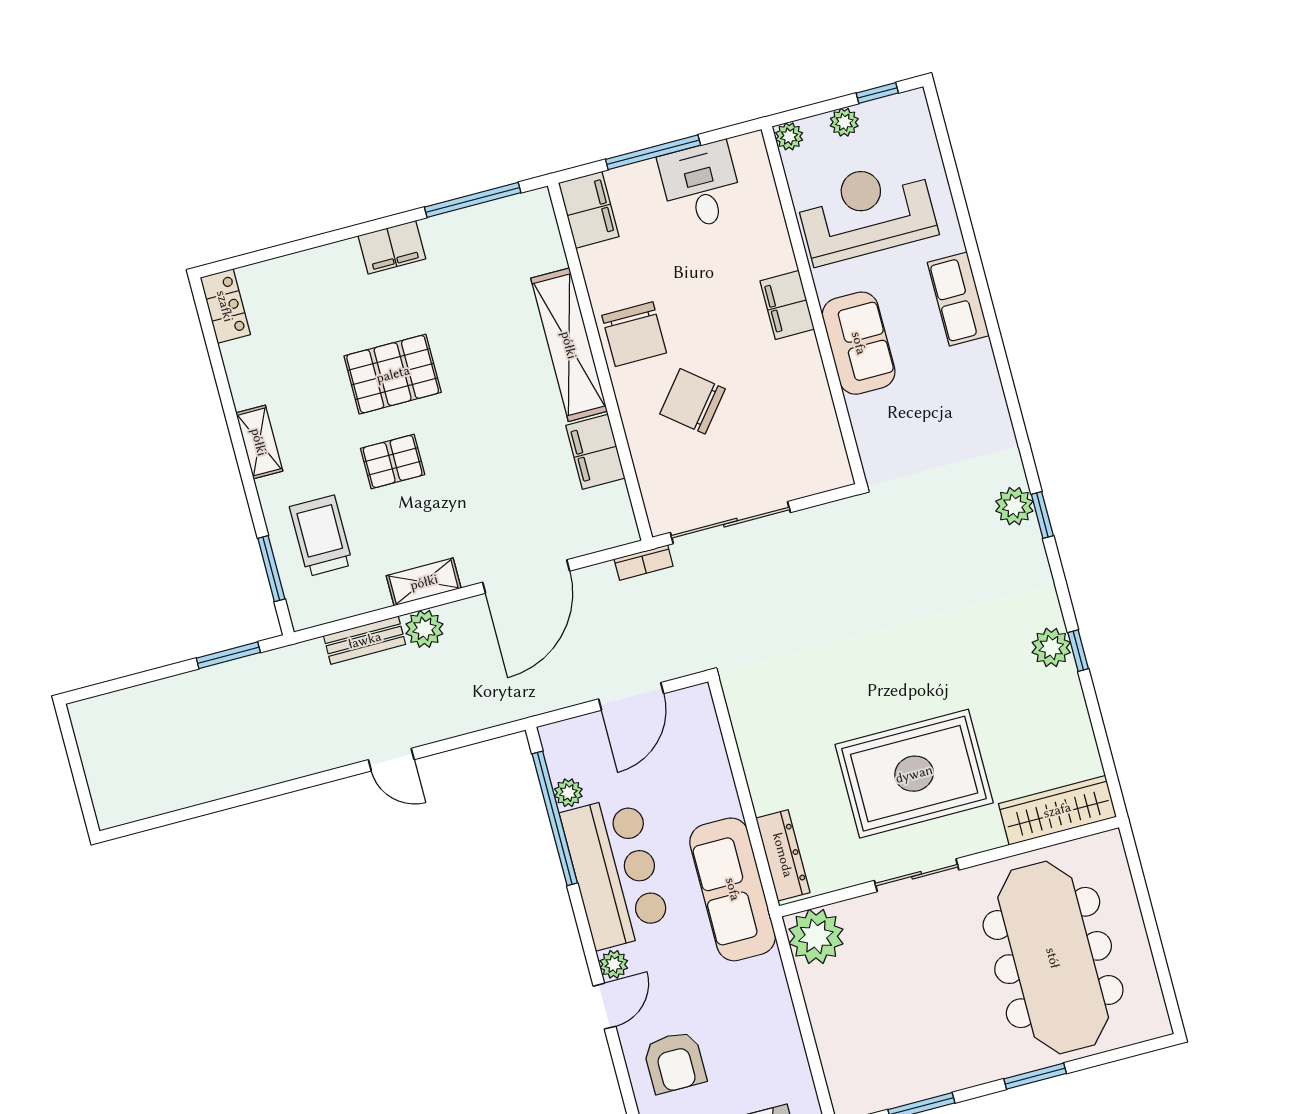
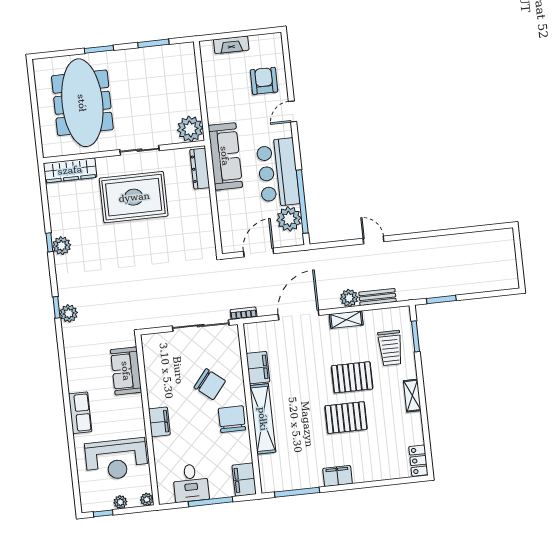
sofa: (859, 343) -> (126, 371), moved
pallet: (393, 461) -> (352, 377), width x1.50, depth x1.42
plant: (568, 793) -> (289, 219), width x1.87, depth x1.87
plant: (614, 964) -> (285, 130), removed

